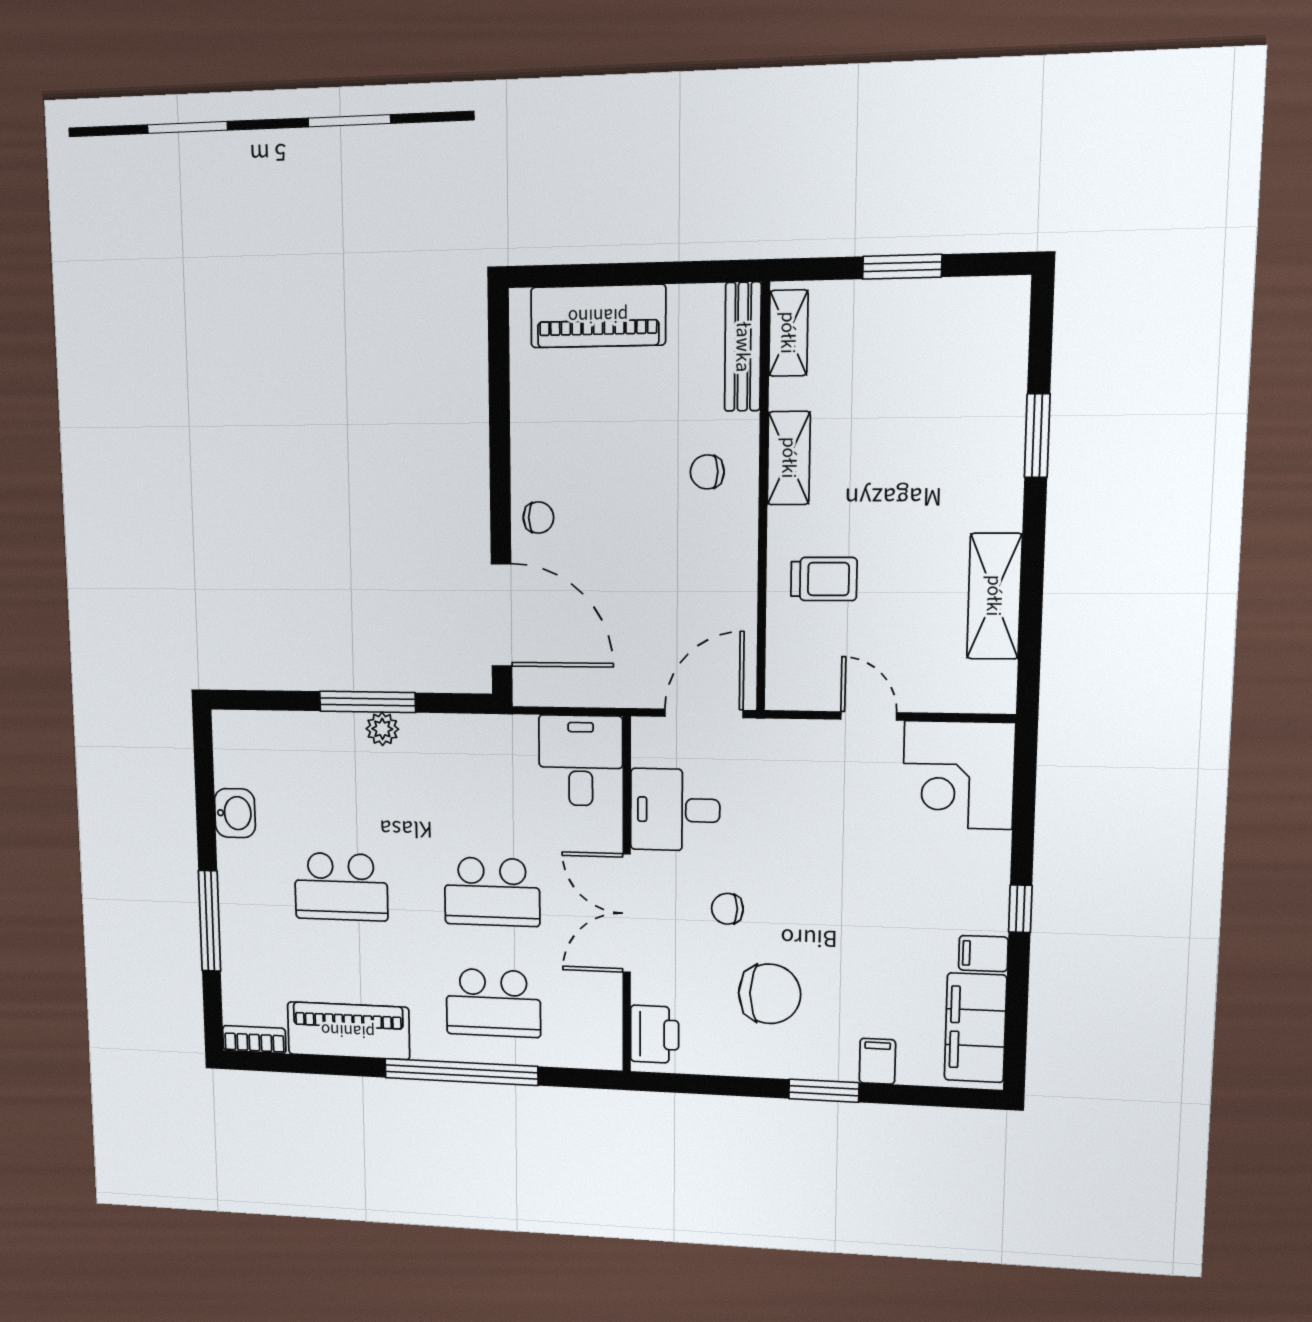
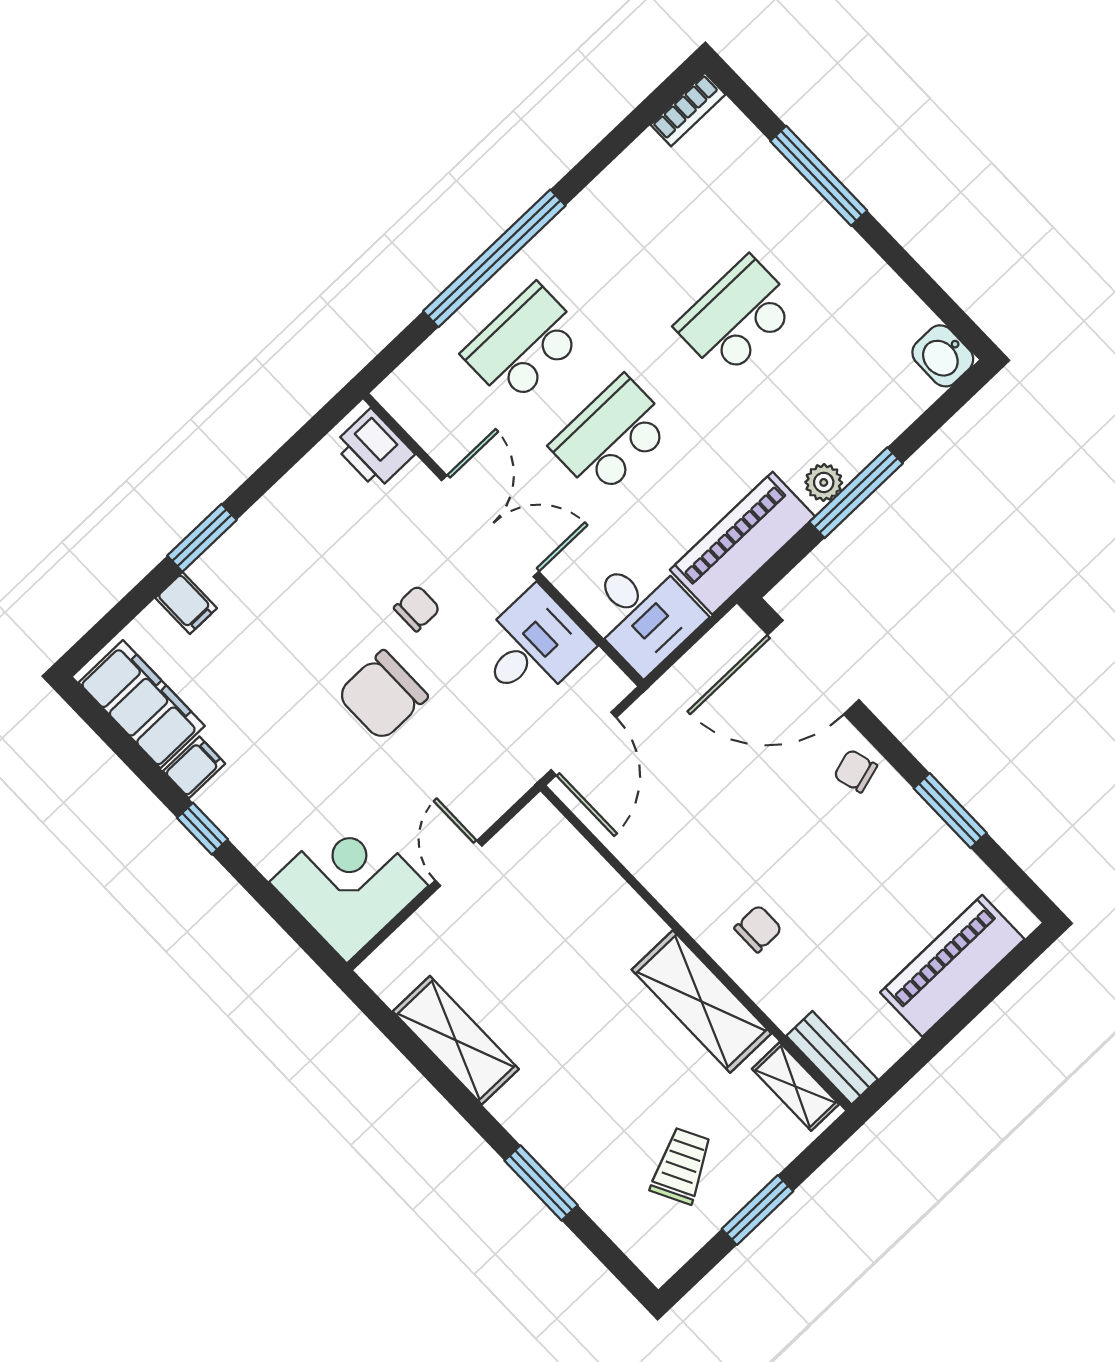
bench: (743, 347) -> (832, 1058), width x0.73
window: (500, 428) -> (950, 811), added
shelving: (789, 458) -> (701, 1001), width x1.50, depth x1.33
chair: (538, 518) -> (855, 771), turned 74
trolley: (824, 579) -> (681, 1166), moved, turned 153
door: (869, 716) -> (459, 863), swing flipped
washbasin: (235, 813) -> (943, 356), moved
chair: (770, 994) -> (382, 695), moved
piano: (348, 1031) -> (742, 543), moved, turned 180

